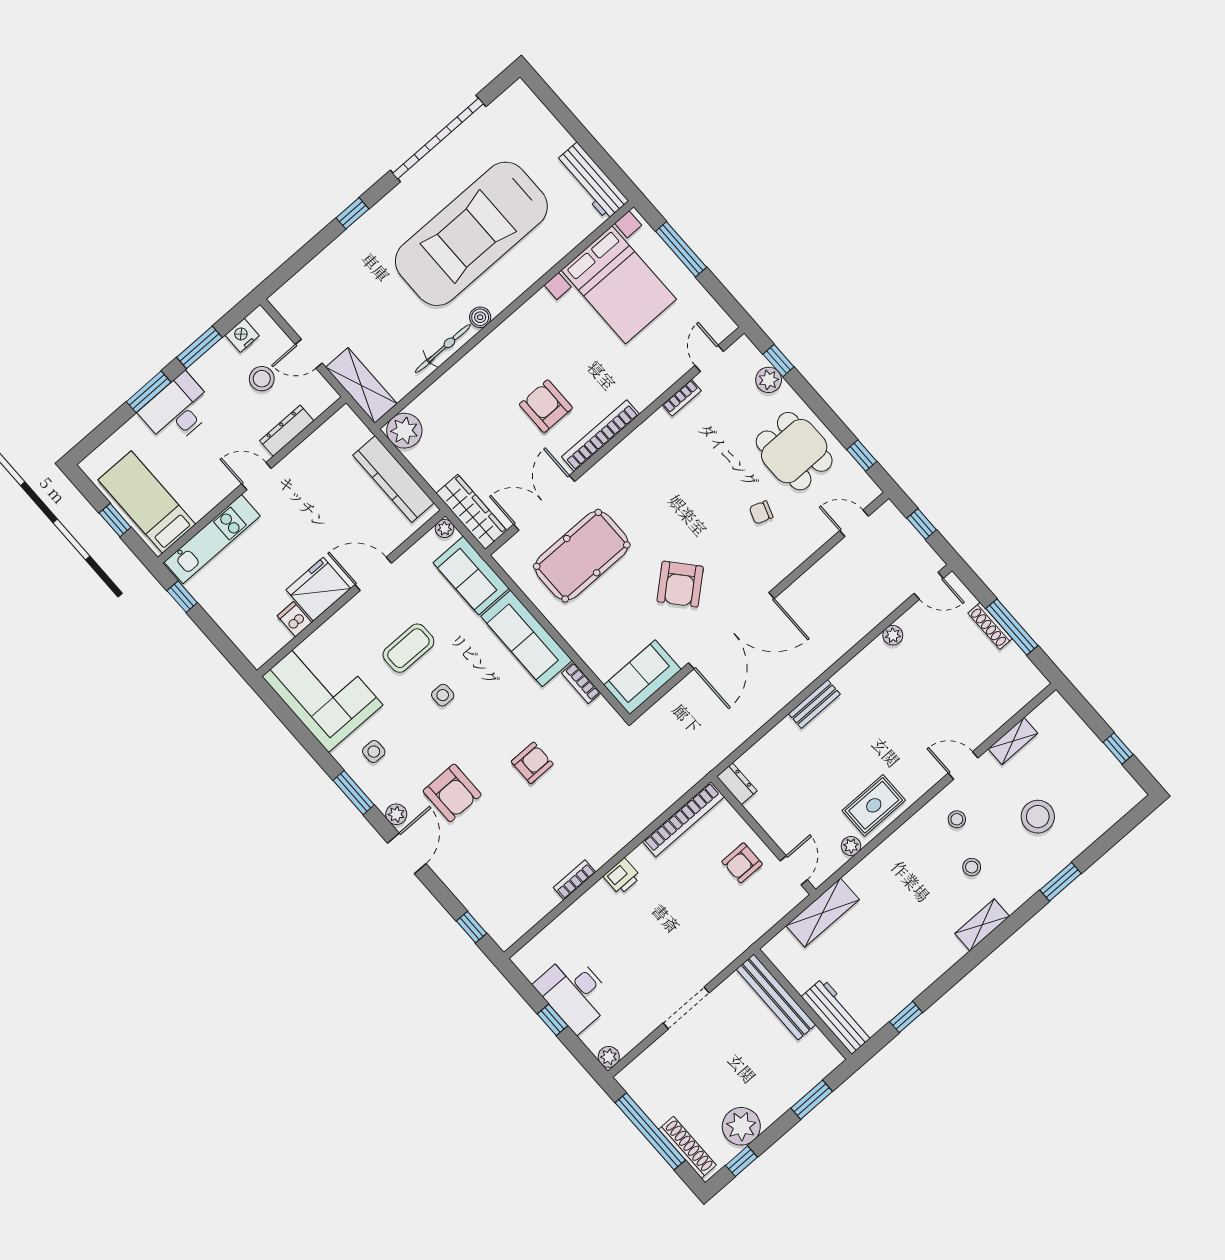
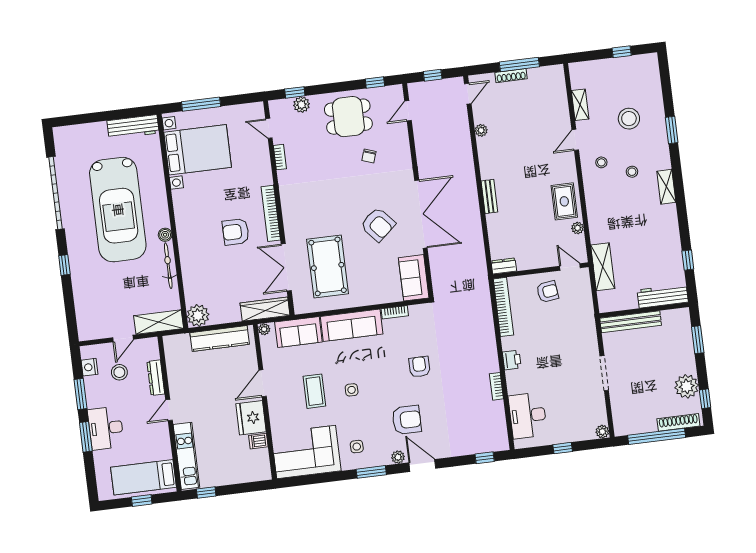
armchair: (742, 863) -> (548, 292), turned -97
desk: (574, 993) -> (528, 415), moved, turned 90

